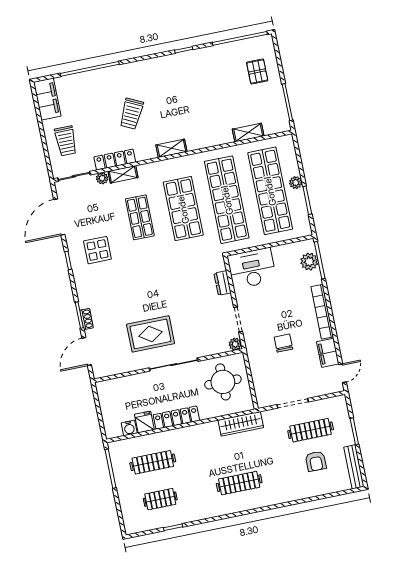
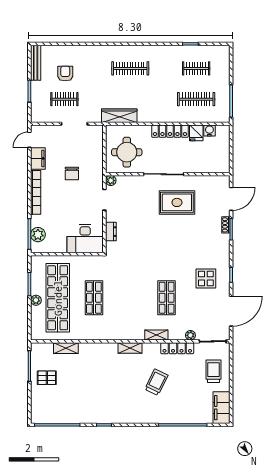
pallet: (257, 71) -> (47, 378), moved, turned 90
shelving: (123, 174) -> (156, 335), moved
shop shelf: (227, 200) -> (94, 298), width x0.50, depth x0.74
shop shelf: (183, 209) -> (130, 298), removed
clothes rail: (311, 430) -> (64, 99), width x0.73

